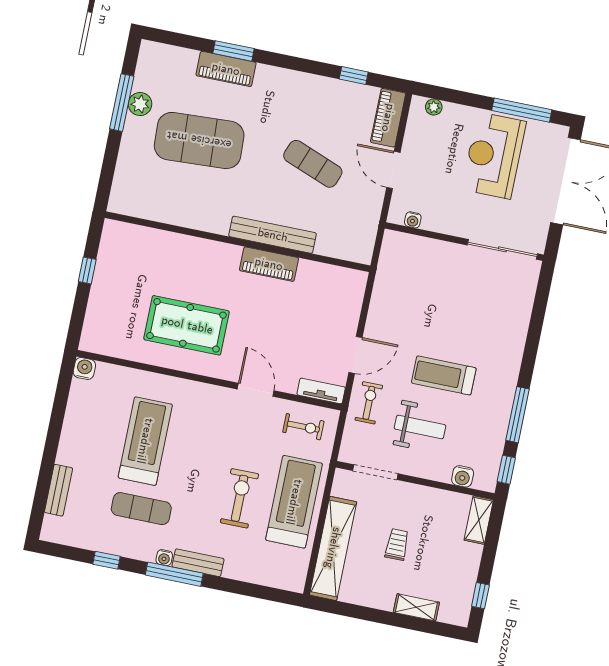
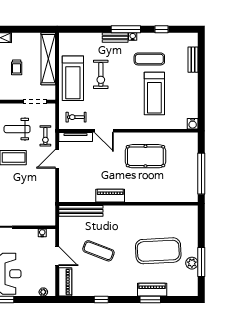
window: (354, 76) -> (101, 300), moved
bench: (273, 235) -> (81, 211), moved
window: (87, 270) -> (201, 174), width x3.17
tv unit: (321, 391) -> (76, 137), width x1.41

